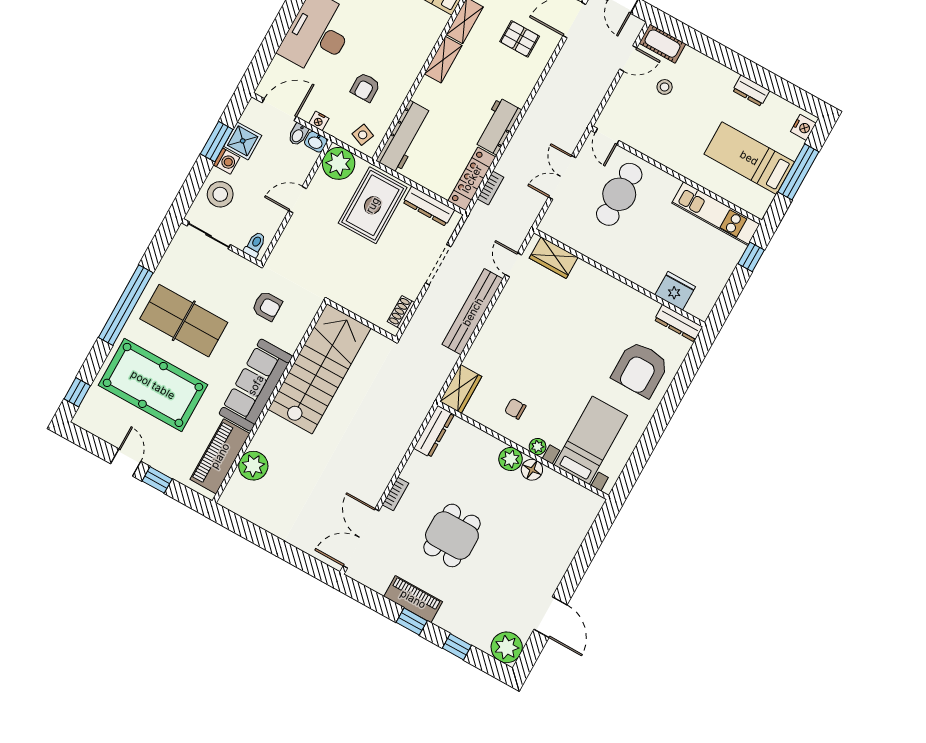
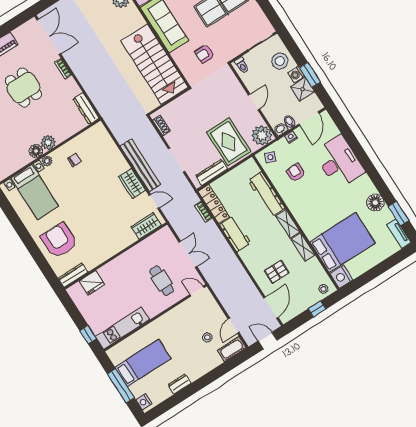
workbench: (404, 137) -> (266, 194), moved
cafe table: (619, 194) -> (162, 281), width x0.73, depth x0.74
wardrobe: (461, 389) -> (132, 184), moved

